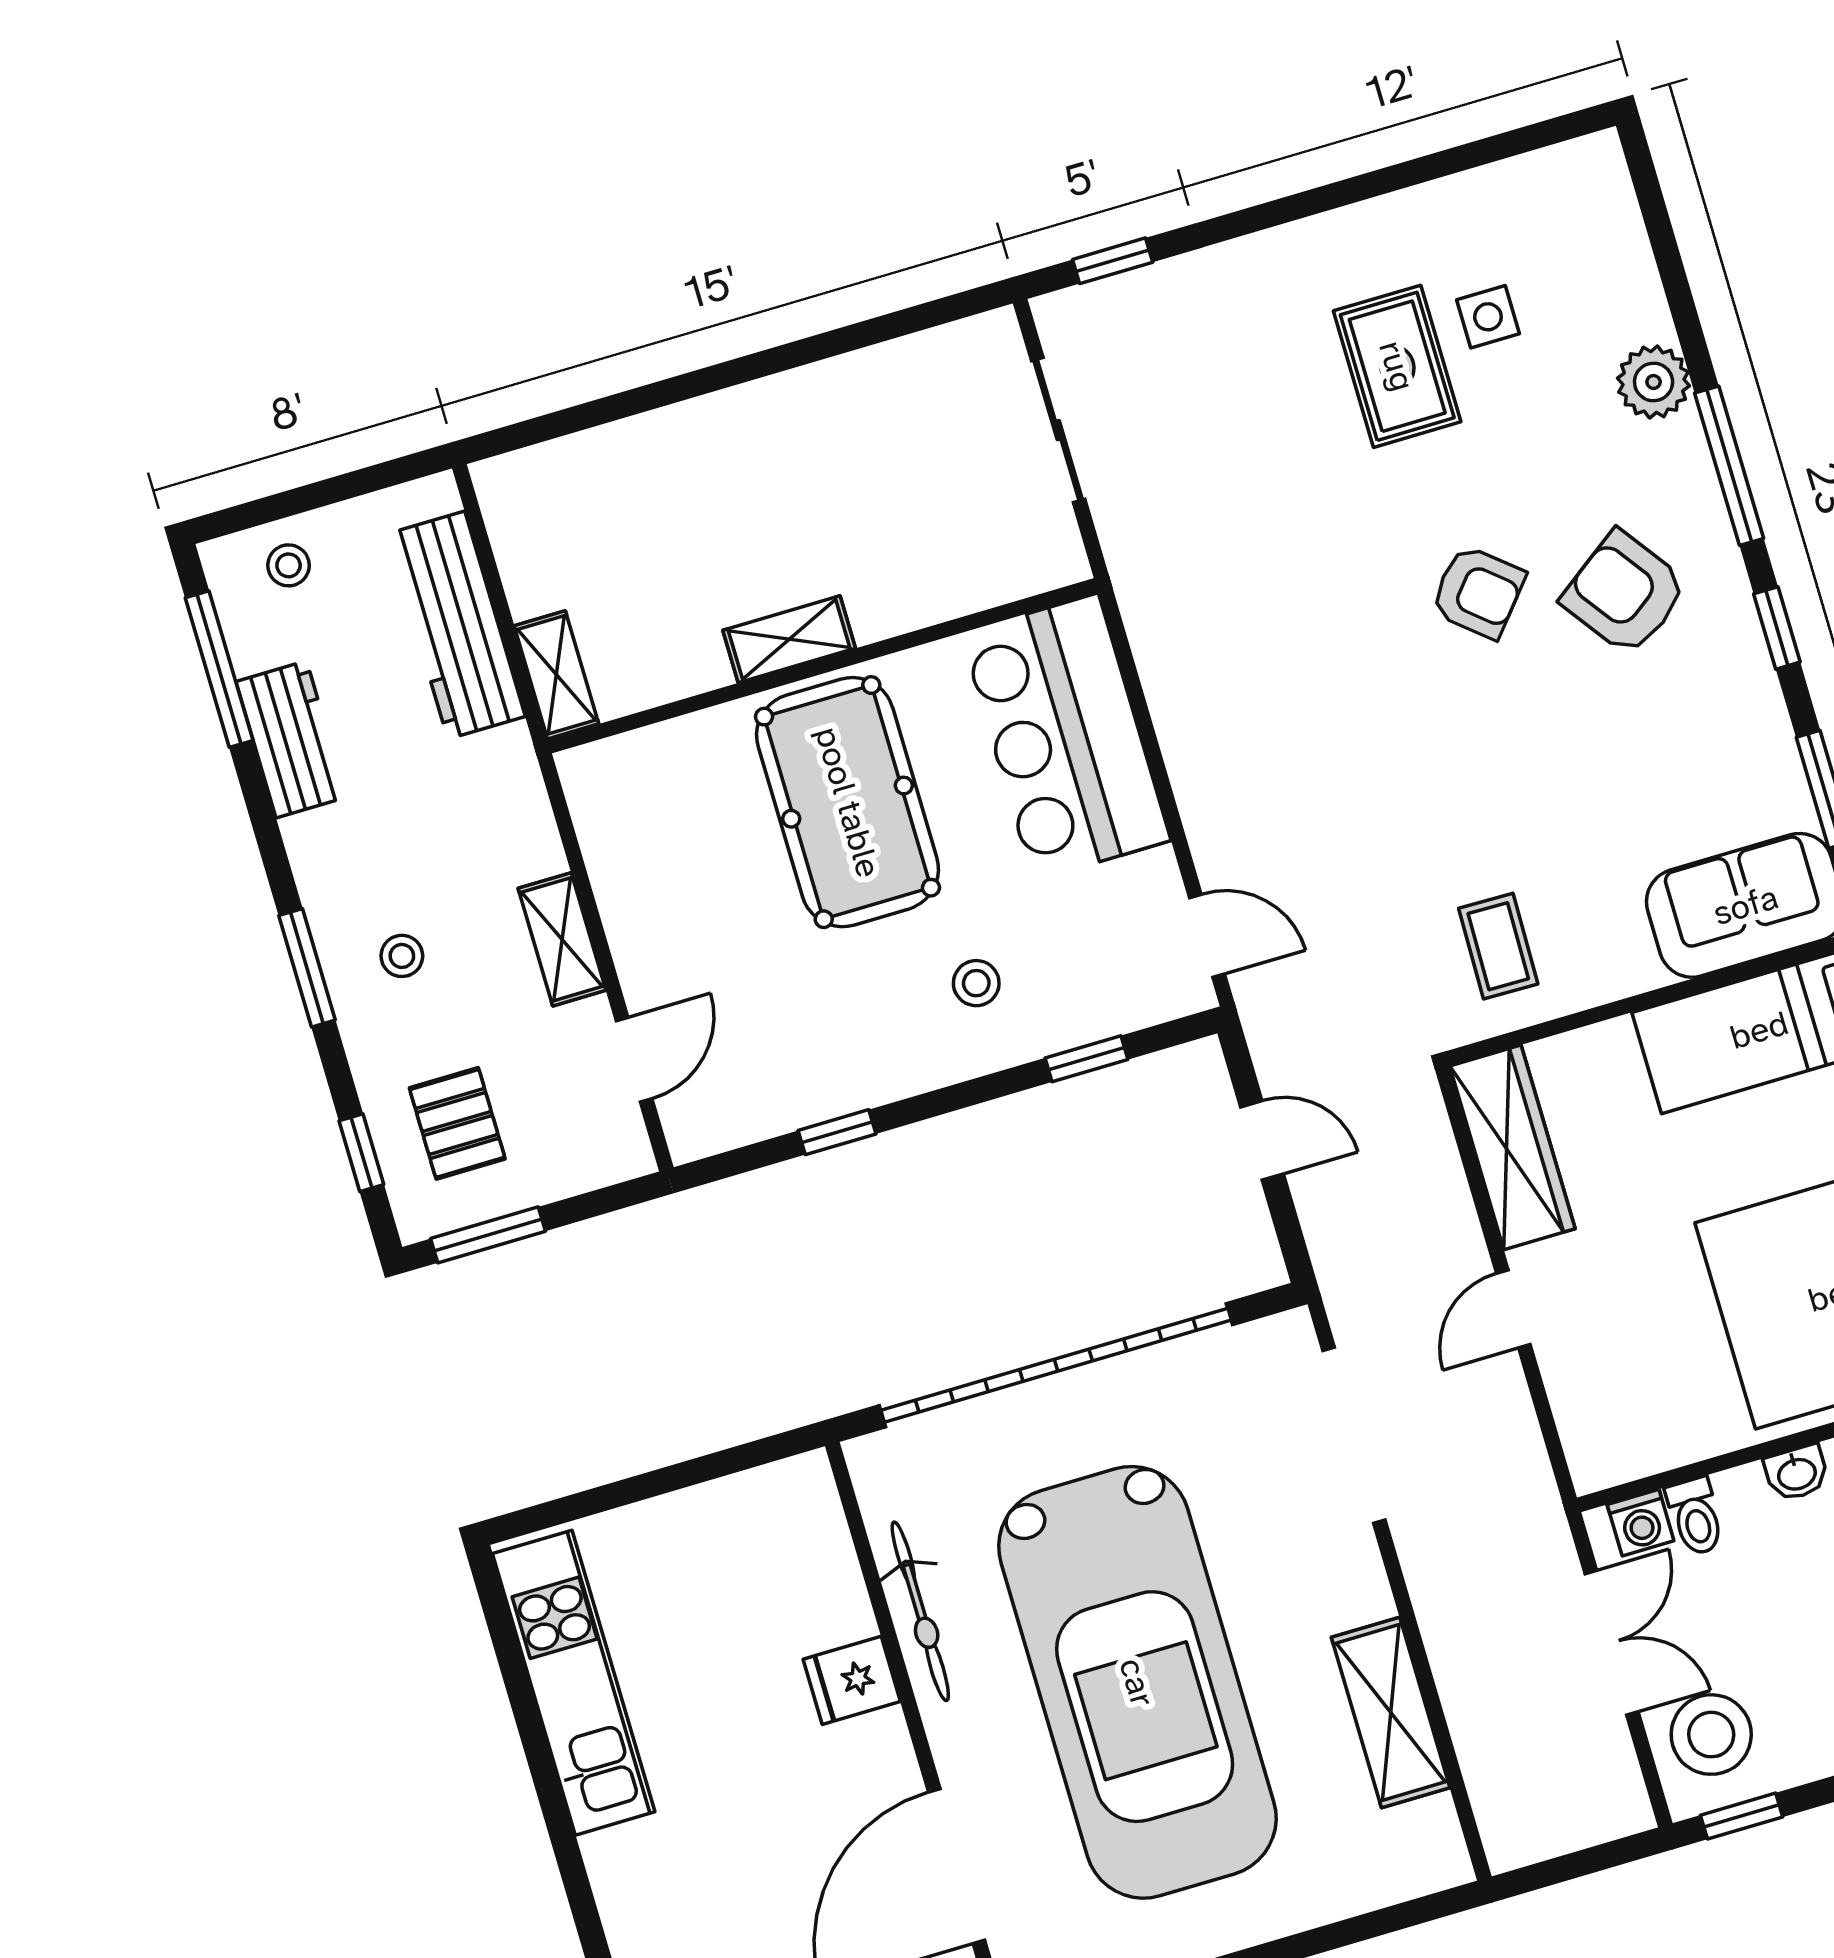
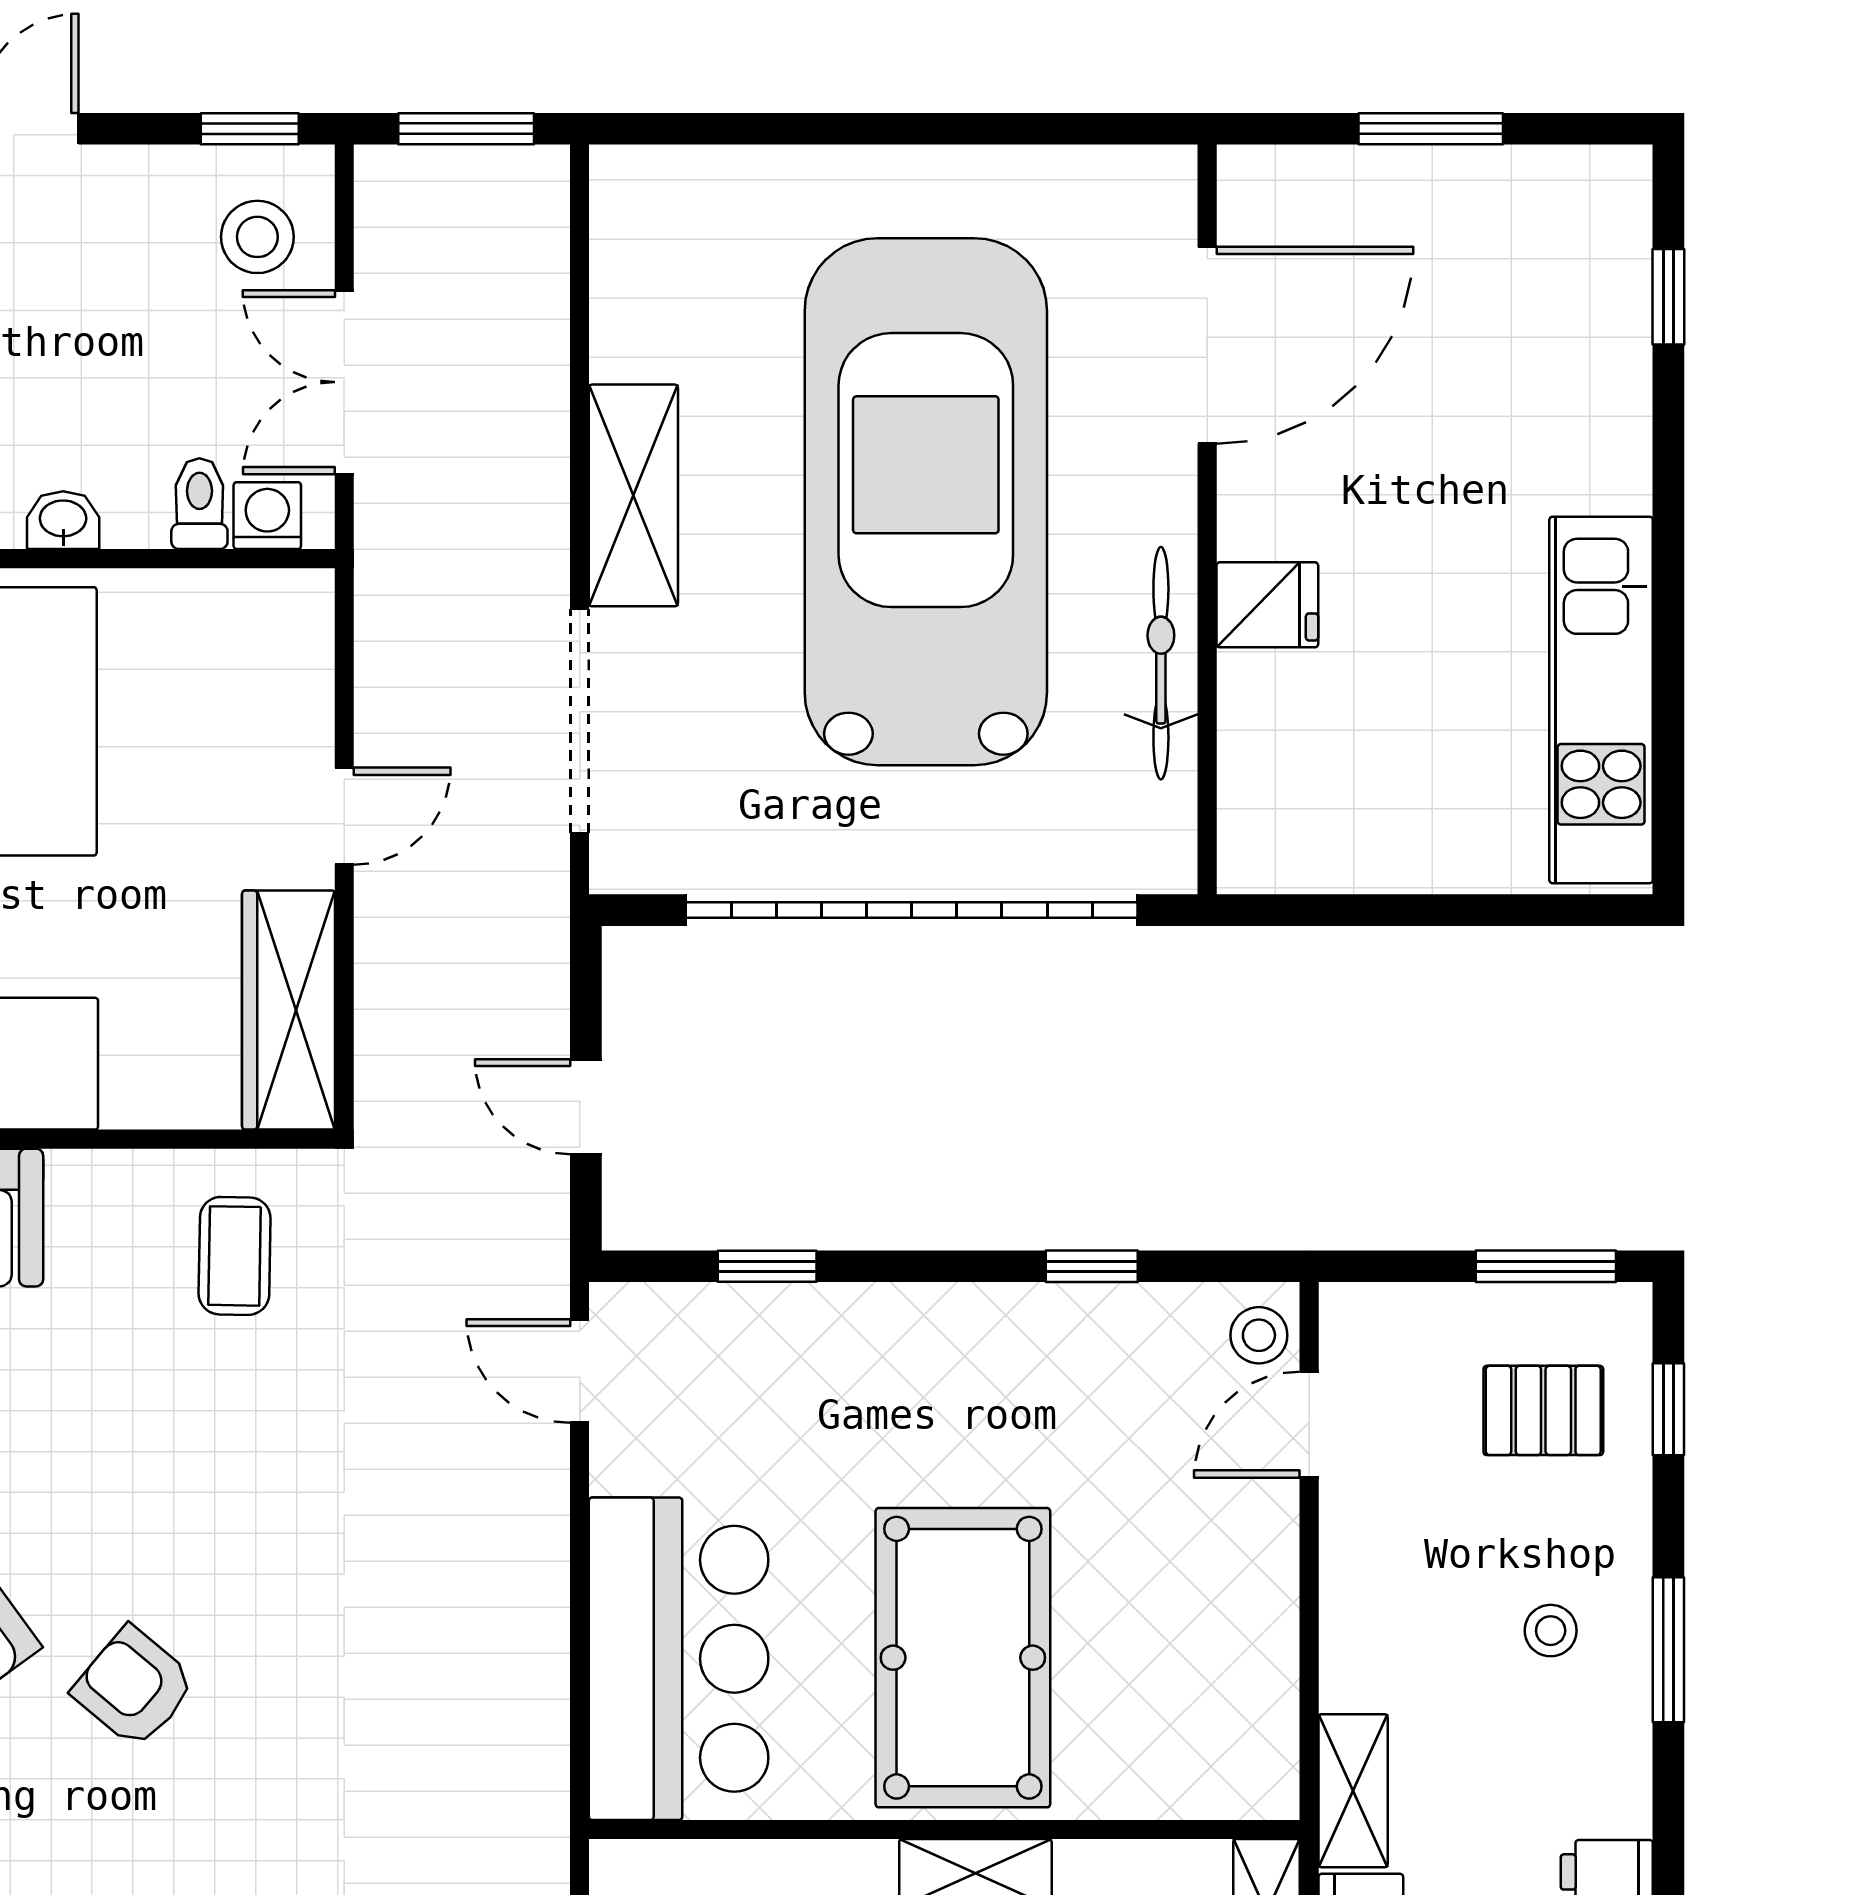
shelving: (562, 939) -> (1353, 1791), moved
stool: (976, 983) -> (1259, 1335), moved
pallet: (457, 1123) -> (1543, 1410), turned 90
shelving: (1391, 1712) -> (633, 495), moved
stool: (1711, 1735) -> (257, 237), width x0.73, depth x0.73
window: (1575, 1865) -> (466, 129), added

